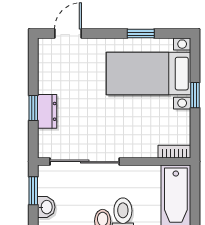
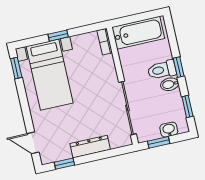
window: (141, 34) -> (16, 68), moved
window: (33, 108) -> (64, 164), moved
dresser: (47, 111) -> (90, 147), width x1.44

